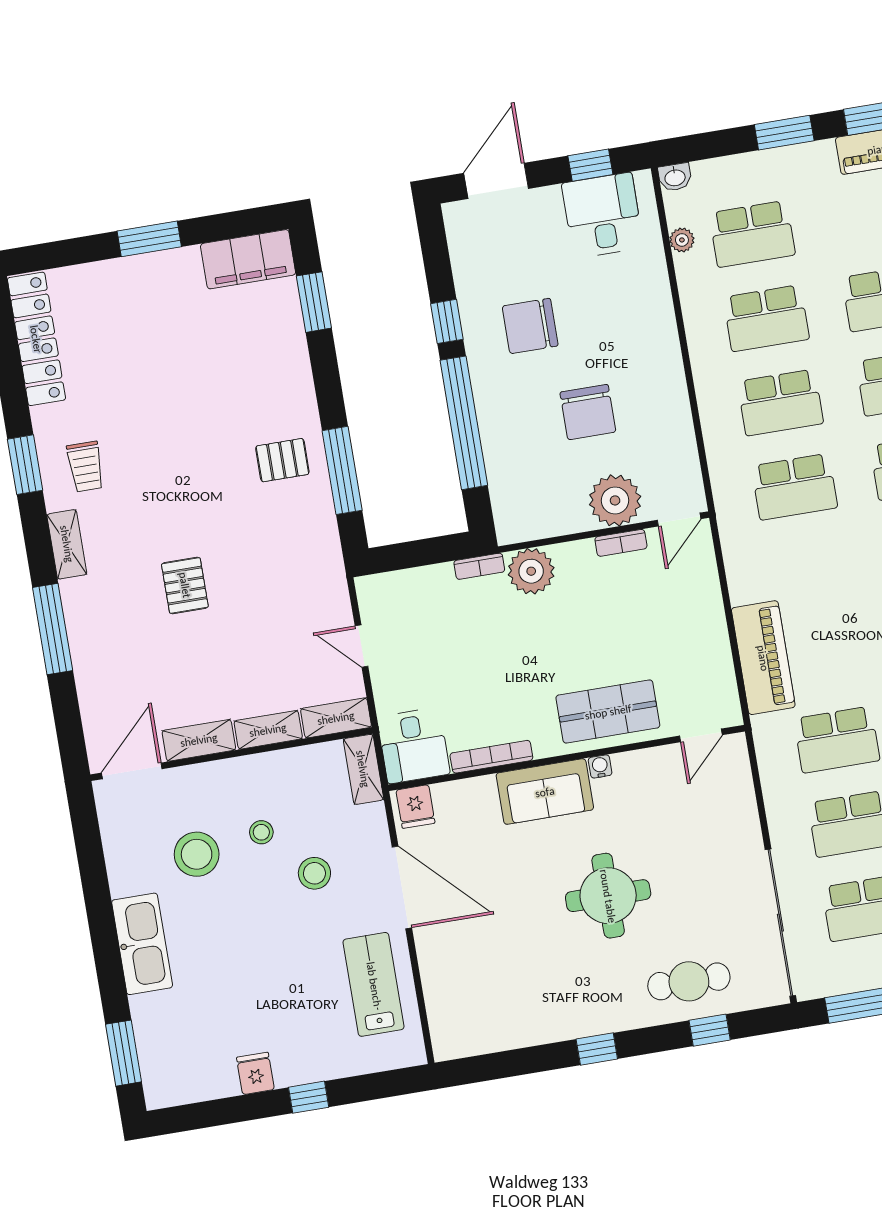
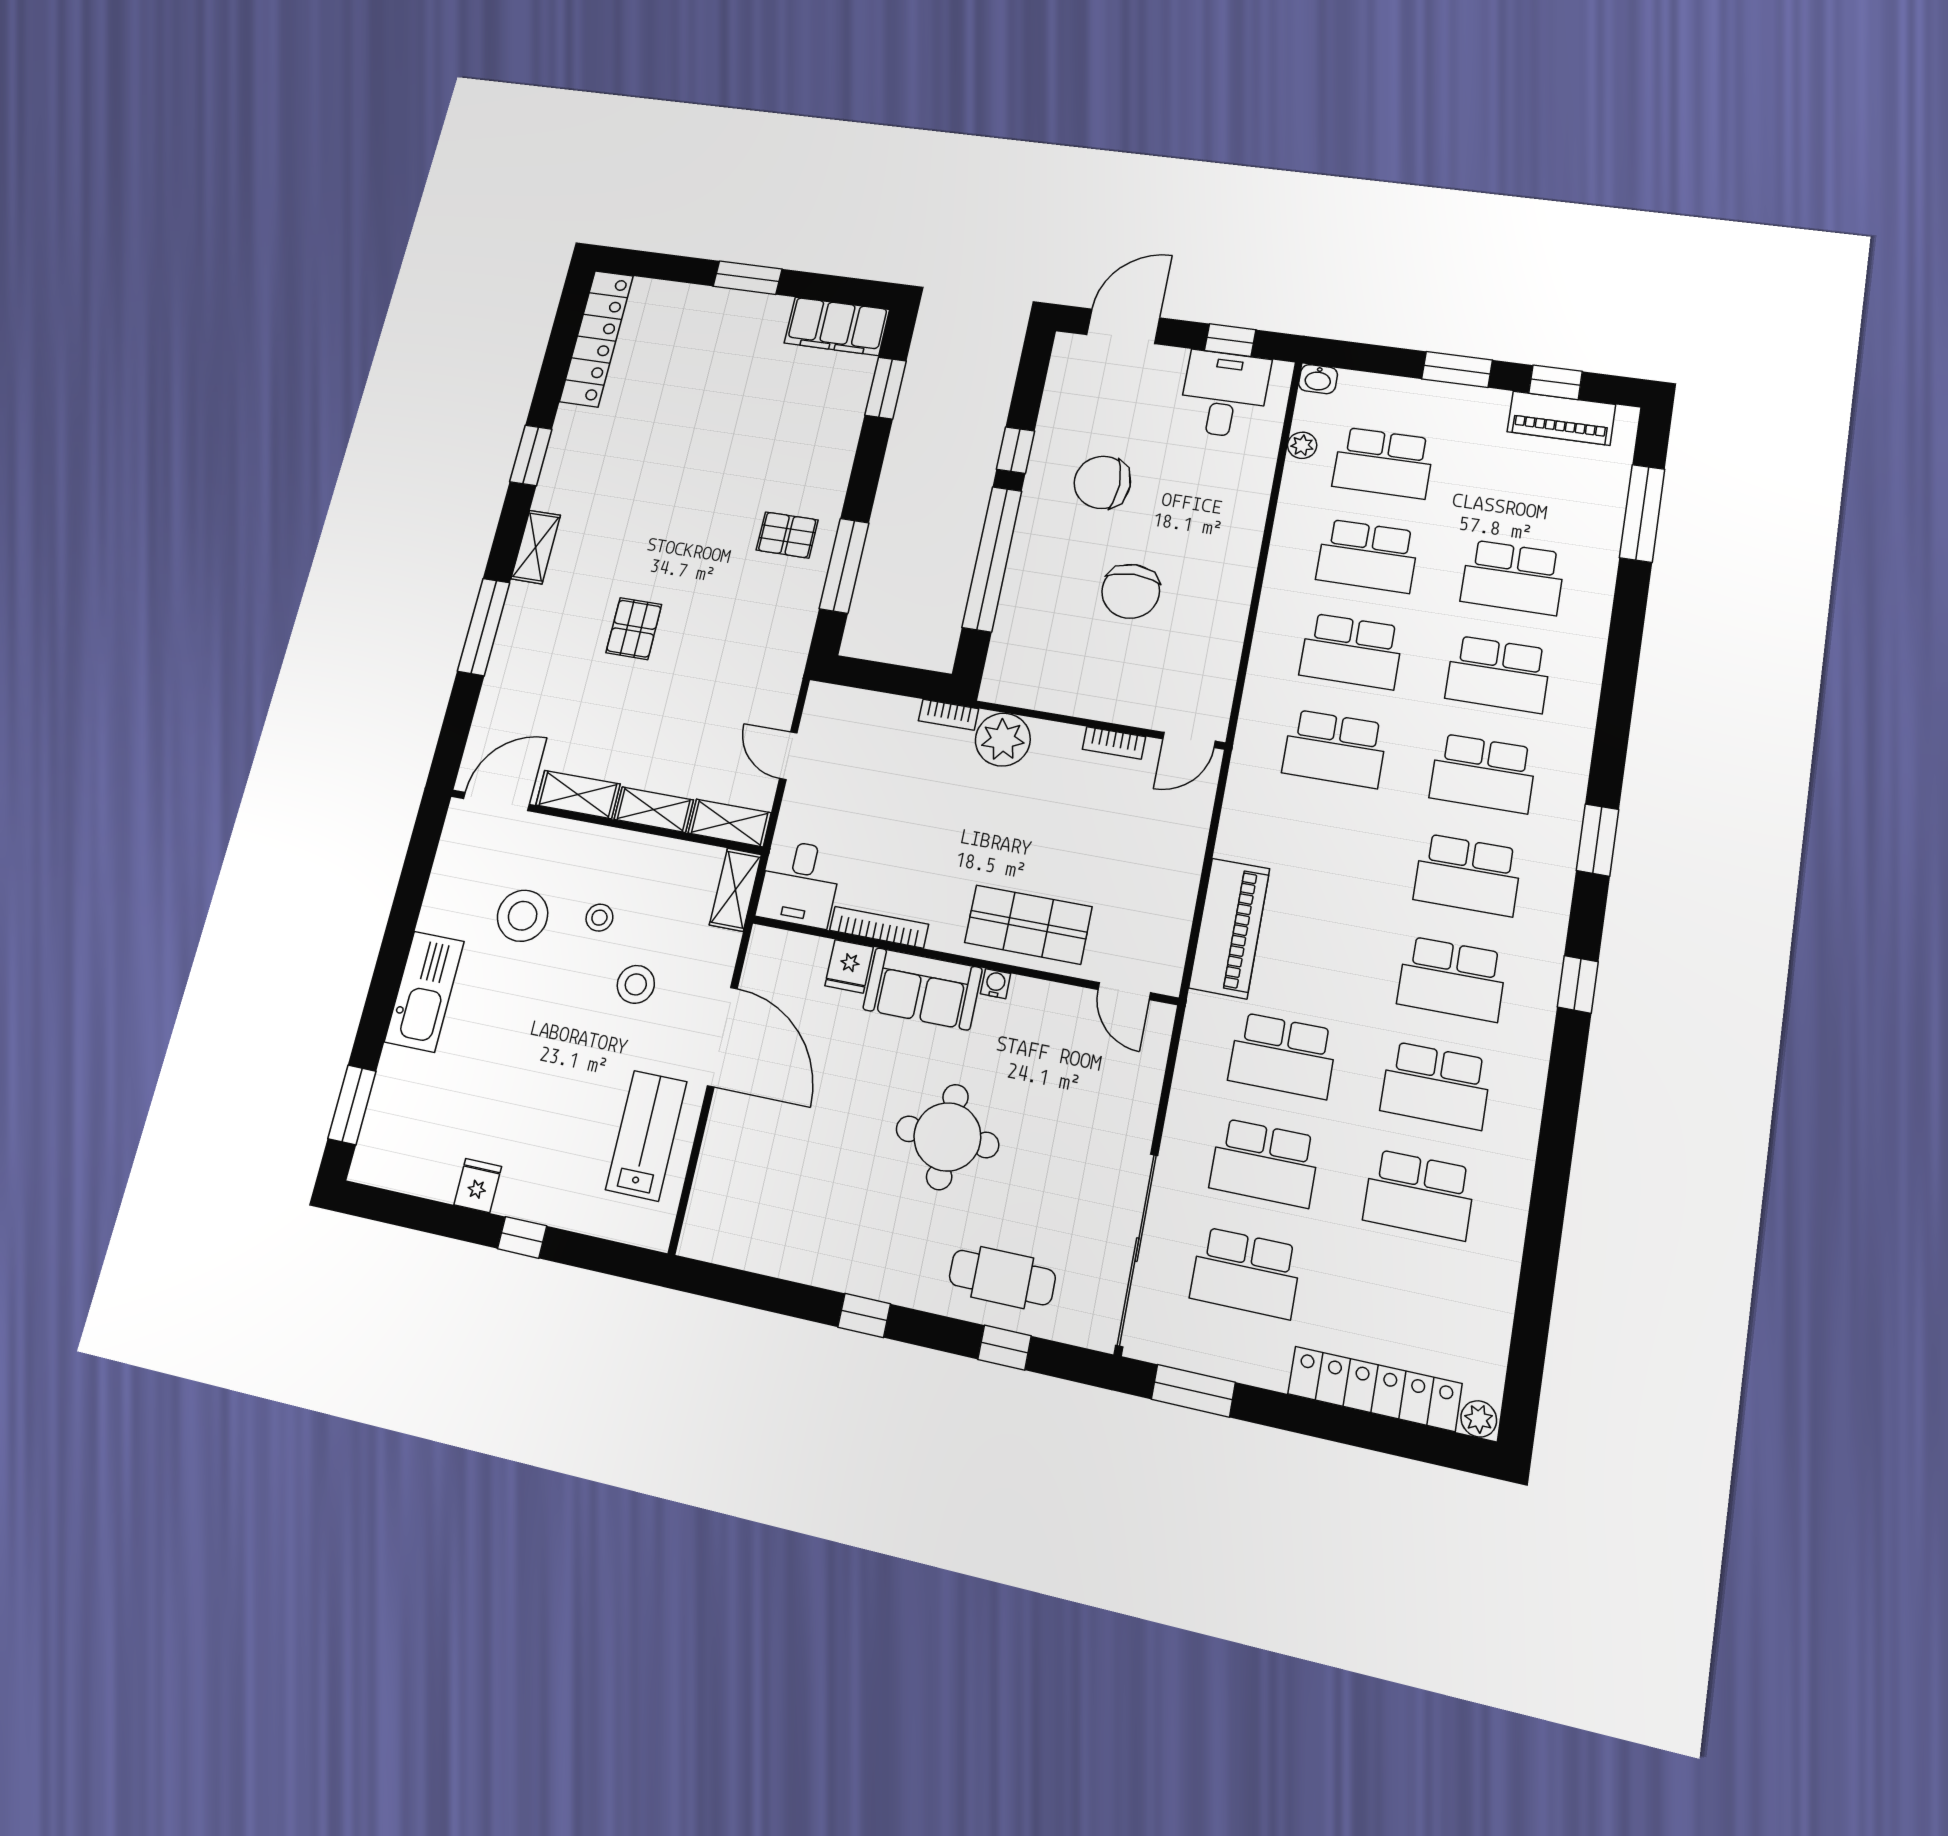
trolley: (85, 467) -> (588, 476), removed
plant: (615, 500) -> (1125, 695), removed
door: (701, 735) -> (1124, 991), hinge flipped
fridge: (415, 807) -> (849, 966), moved

